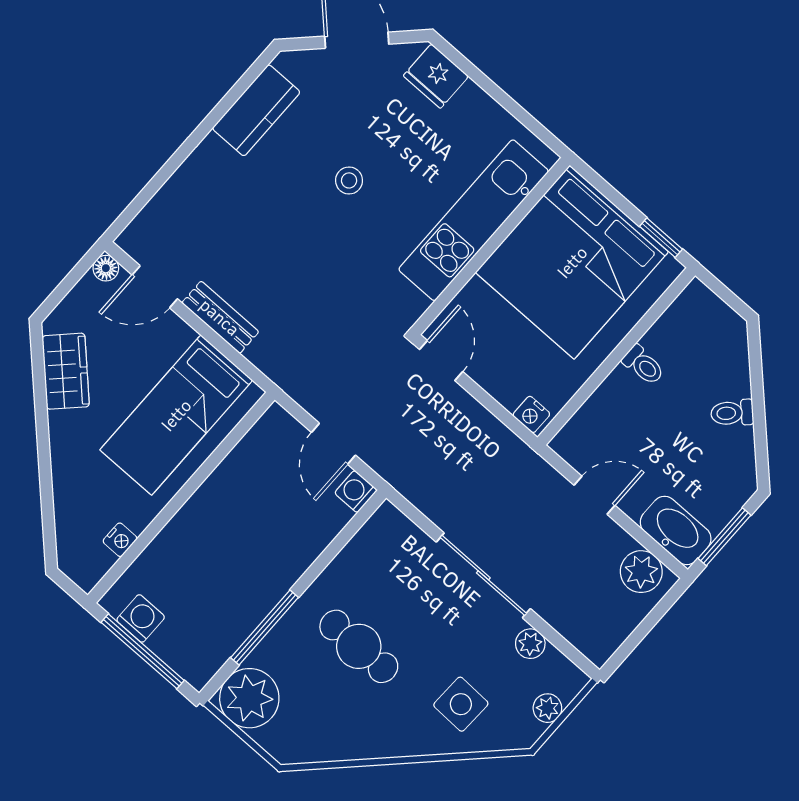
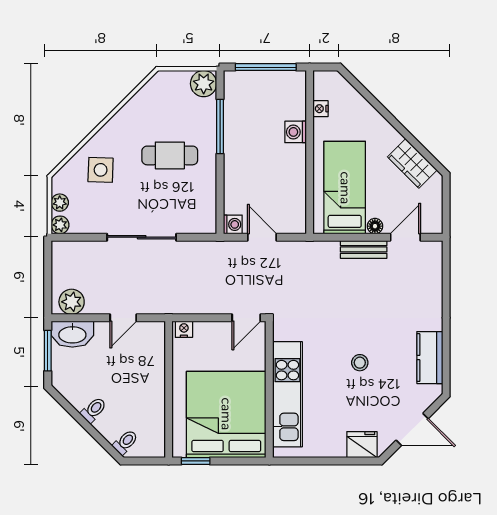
floor lamp: (106, 268) -> (375, 226), moved
door: (441, 361) -> (246, 318), hinge flipped
toilet: (643, 365) -> (125, 442), moved, turned 135
washing machine: (141, 618) -> (296, 132), moved, turned 90
plant: (530, 644) -> (60, 225), moved
plant: (249, 698) -> (204, 84), width x0.73, depth x0.73

